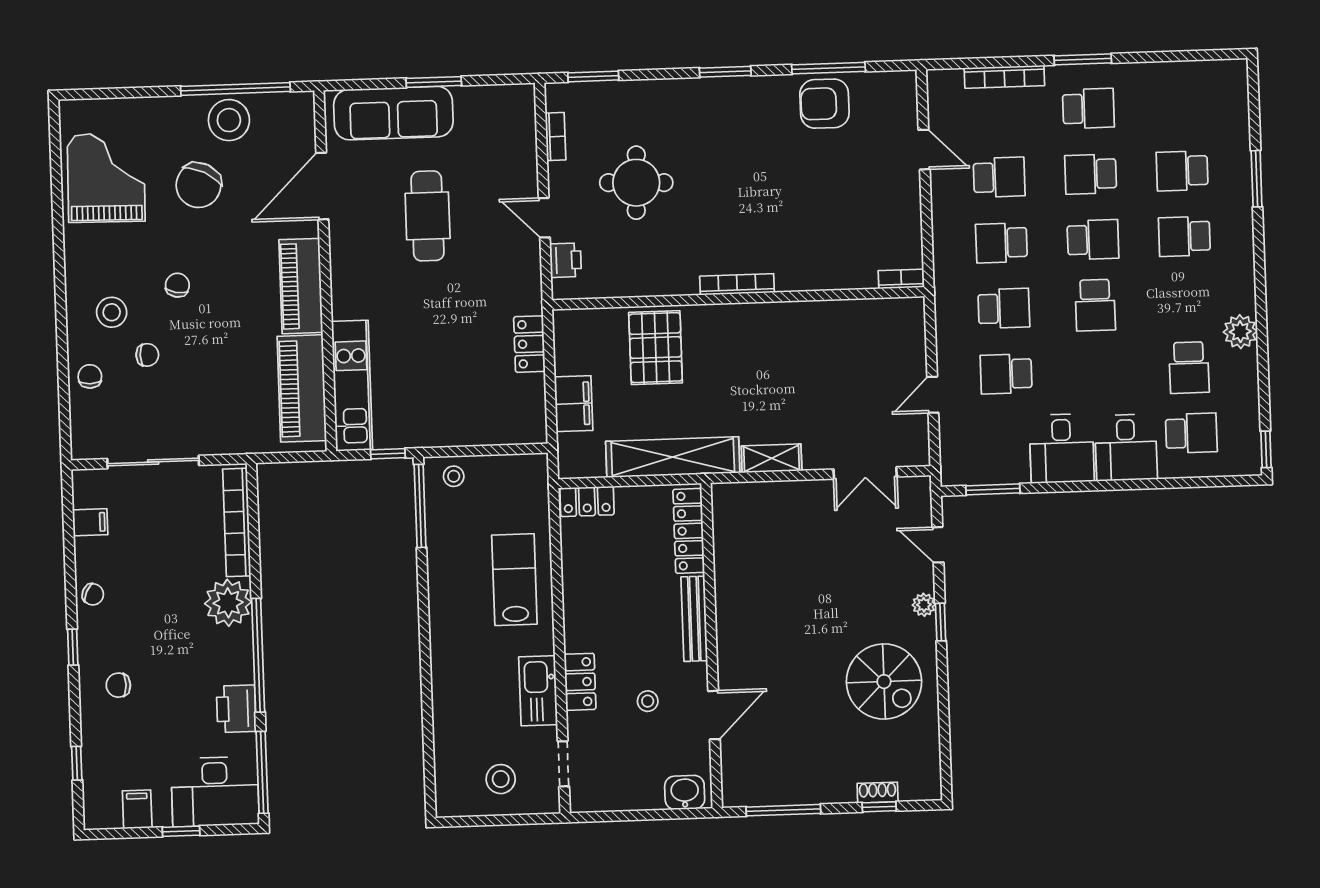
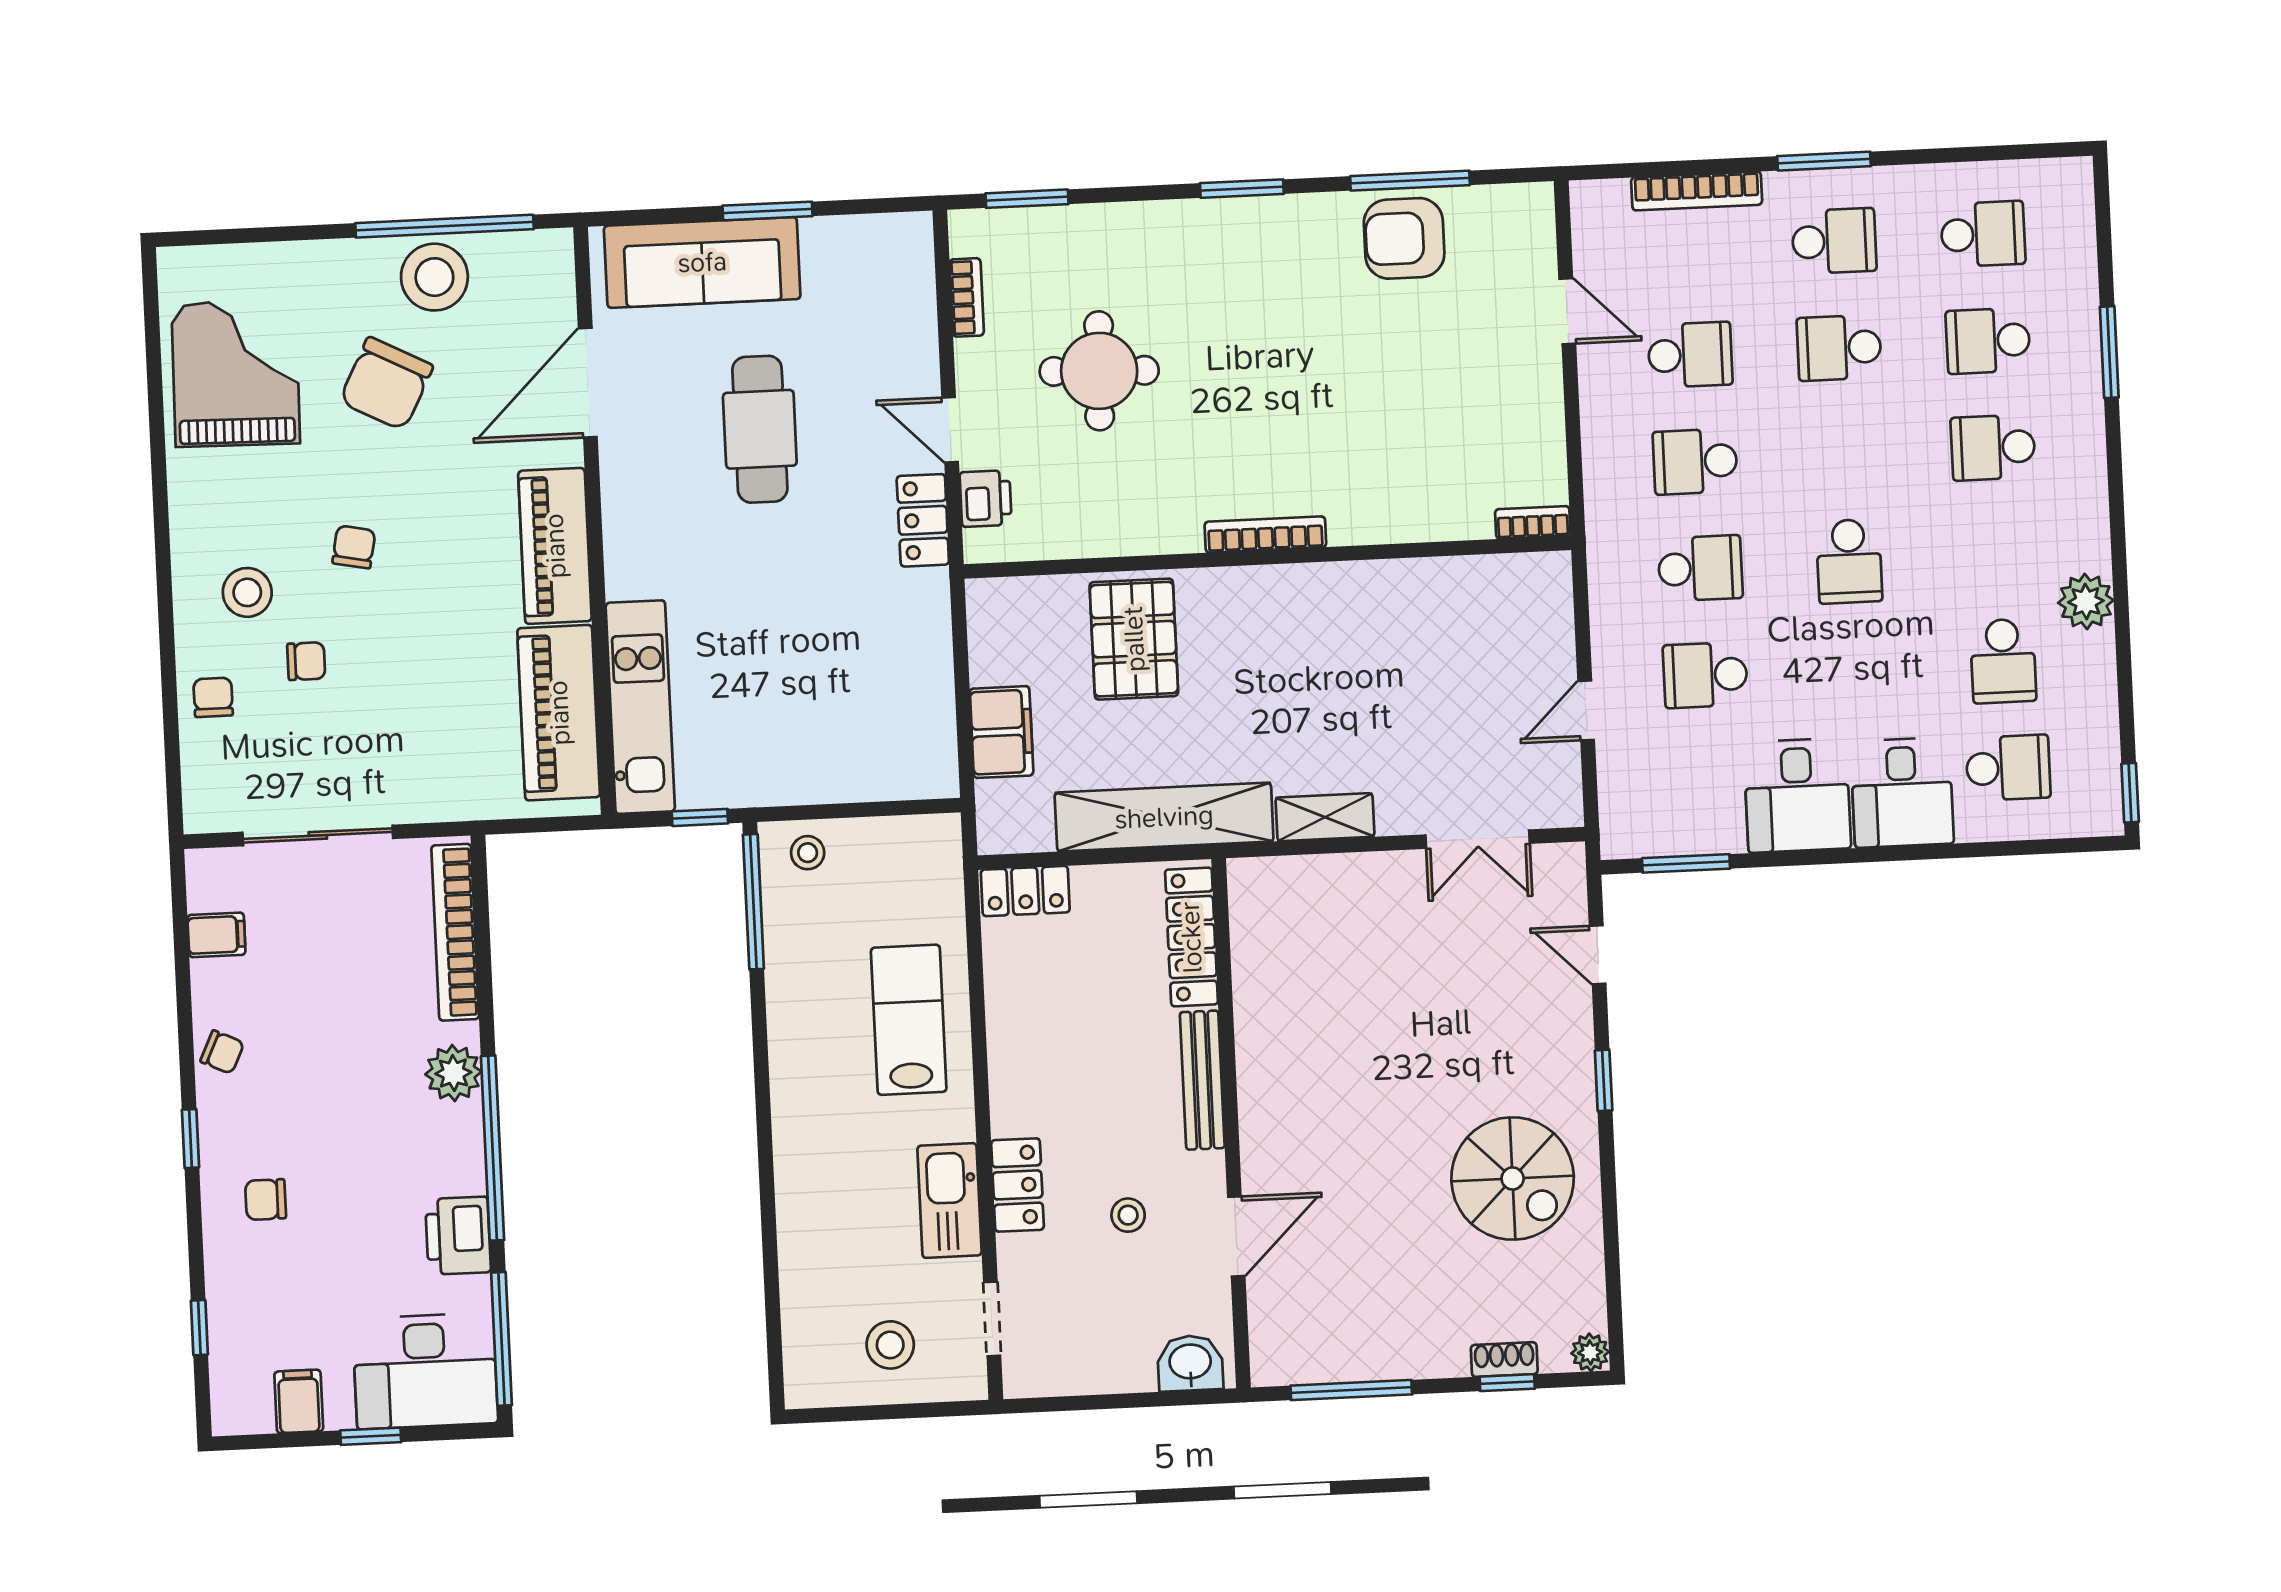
school desk: (1093, 240) -> (1983, 234), moved
locker: (529, 344) -> (923, 520), moved
plant: (228, 603) -> (453, 1073), width x0.73, depth x0.73
plant: (924, 605) -> (1590, 1352), moved

